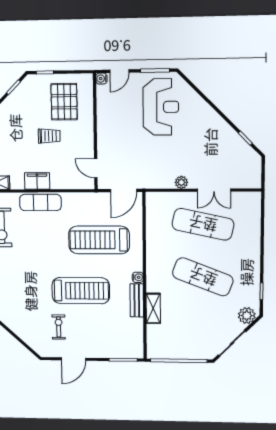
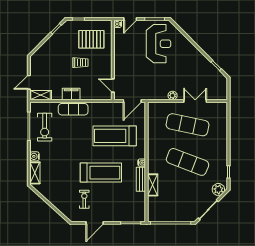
pallet: (64, 102) -> (91, 39), turned 90
double door: (214, 190) -> (195, 101), swing flipped

